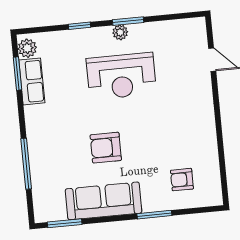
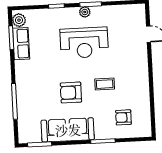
coffee table: (153, 133) -> (105, 84), added

